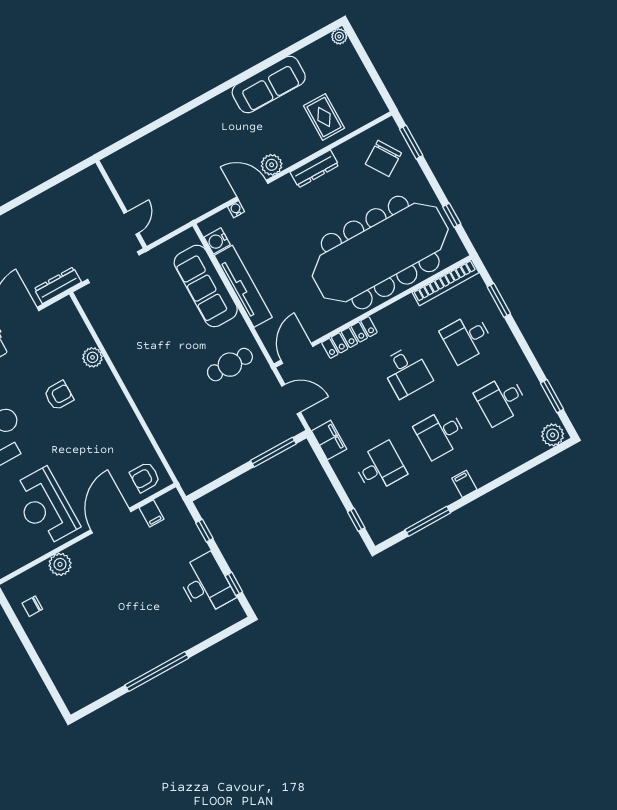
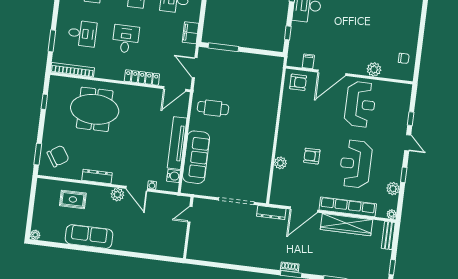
rug: (324, 117) -> (73, 199), turned 90
wall: (121, 204) -> (188, 228), moved
door: (132, 223) -> (190, 214), moved
meeting table: (380, 253) -> (95, 109), width x0.54, depth x0.79

